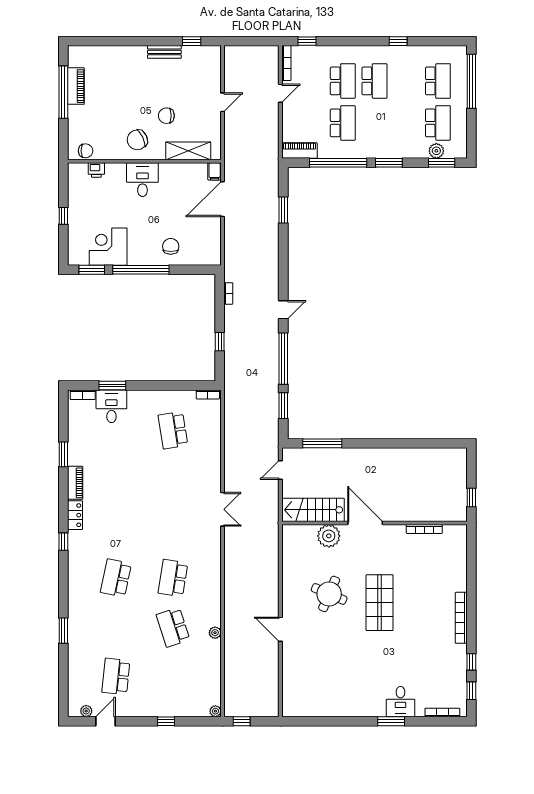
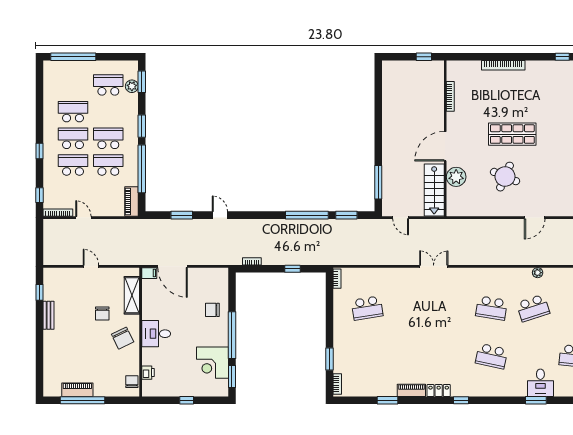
window: (398, 41) -> (39, 151), moved
school desk: (438, 81) -> (73, 112), moved
school desk: (374, 123) -> (108, 138), added
door: (283, 310) -> (220, 215), moved
desk: (111, 406) -> (540, 383), moved, turned -90
bookcase: (461, 618) -> (503, 65), moved

